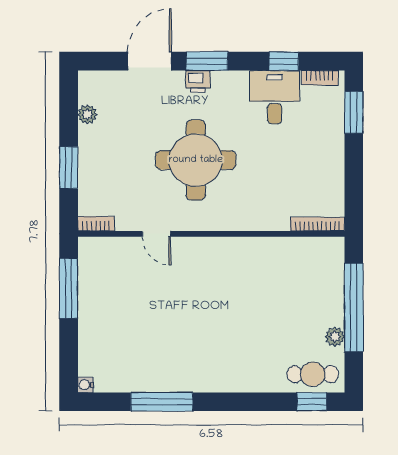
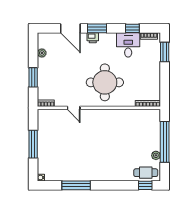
door: (150, 61) -> (70, 28), swing flipped
round table: (196, 160) -> (105, 82), moved
window: (69, 288) -> (33, 144), moved

